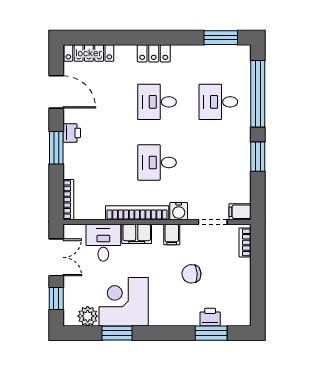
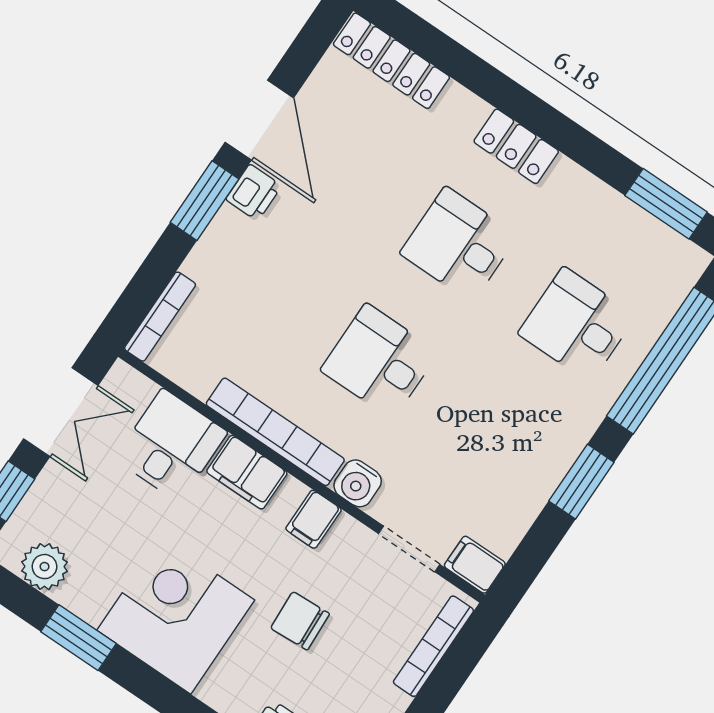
door: (56, 92) -> (259, 120), moved
bookcase: (245, 242) -> (433, 646), width x1.56
corner desk: (124, 302) -> (176, 615), moved

